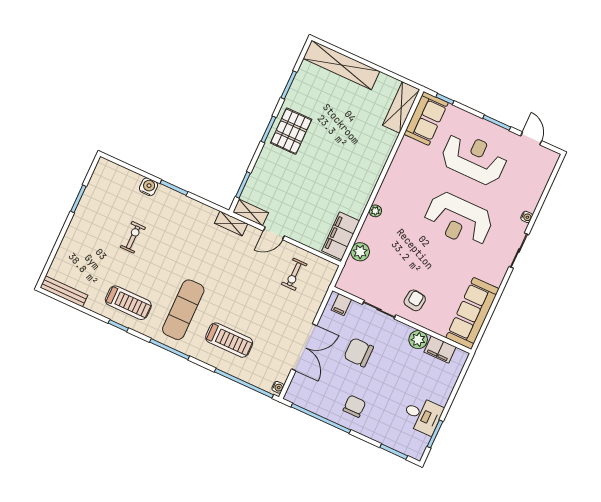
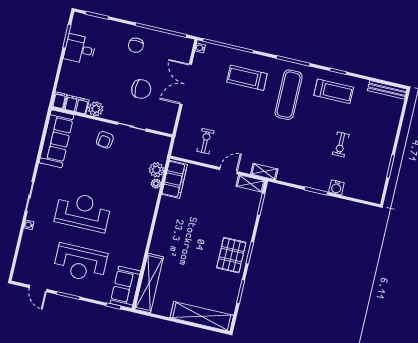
shelving: (401, 107) -> (149, 283), width x1.47
plant: (375, 211) -> (156, 184), moved
treadmill: (128, 303) -> (334, 91), turned 180
filing cabinet: (341, 305) -> (59, 100), moved

